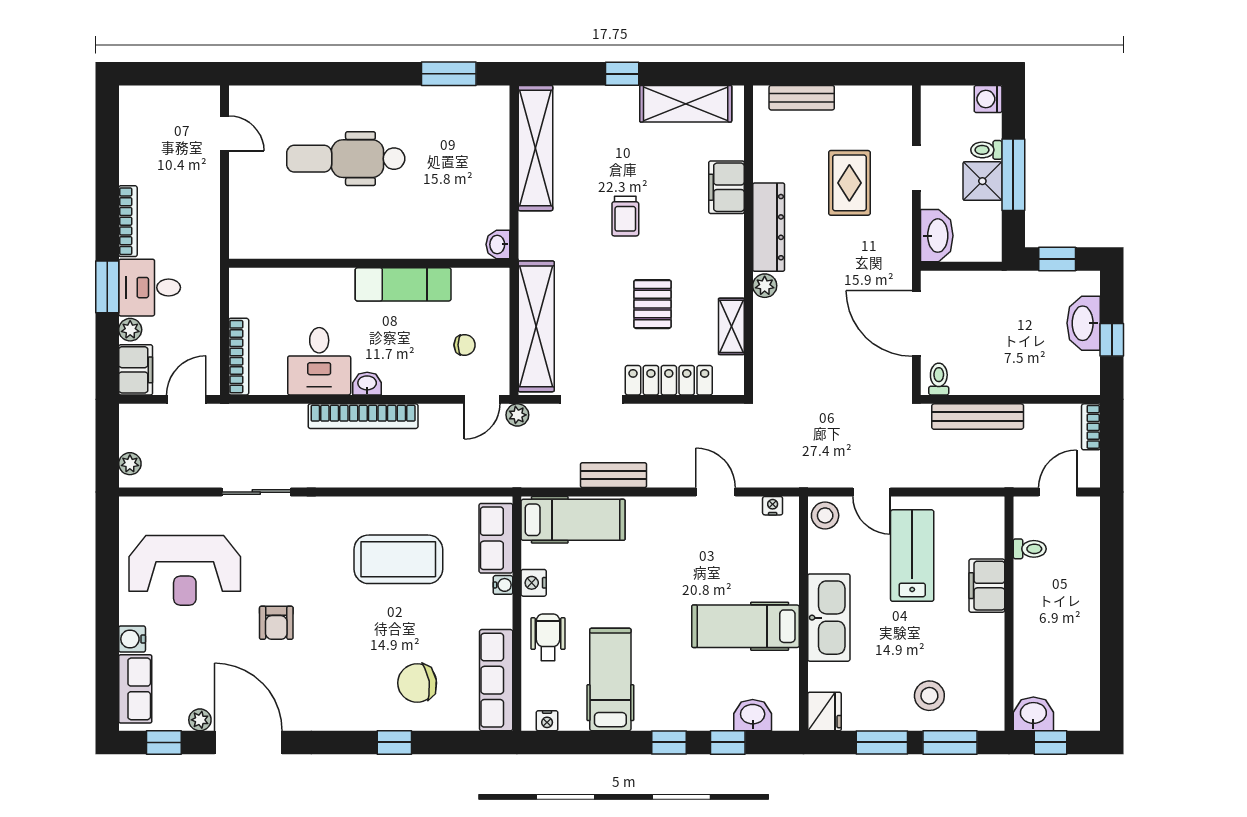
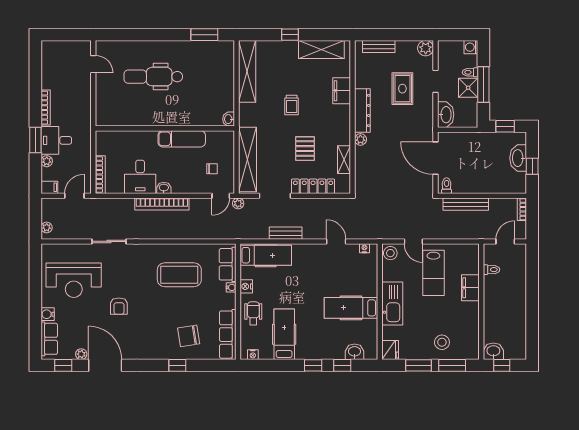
plant: (896, 101) -> (426, 48), added
filing cabinet: (136, 370) -> (49, 187), width x0.50
lab bench: (912, 556) -> (433, 273), turned 180

